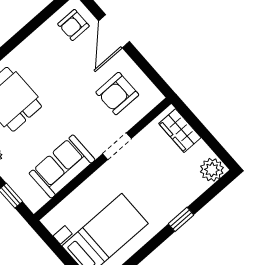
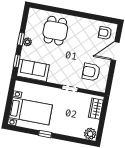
sofa: (62, 166) -> (33, 70), moved
window: (181, 219) -> (45, 134), moved

